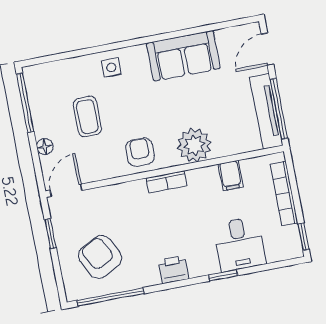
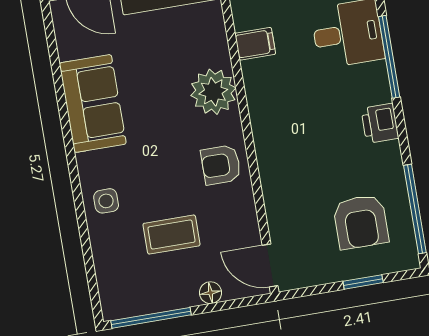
bookcase: (167, 182) -> (262, 130), removed
window: (50, 234) -> (363, 282), moved
armchair: (100, 257) -> (361, 222), turned -63
window: (223, 275) -> (389, 57), width x2.17

